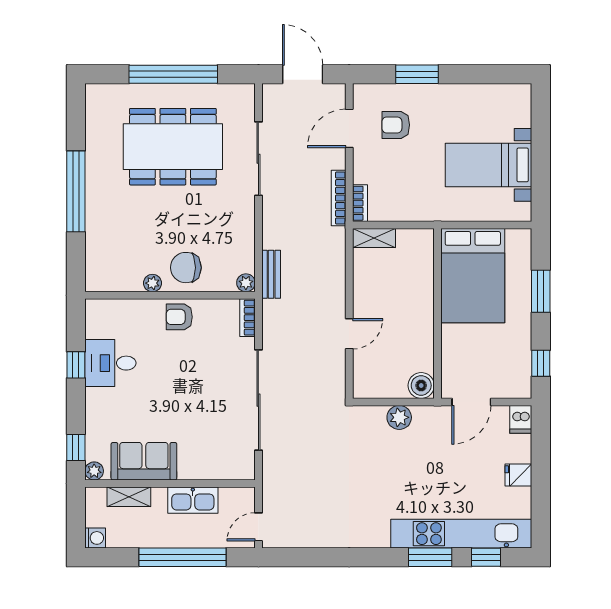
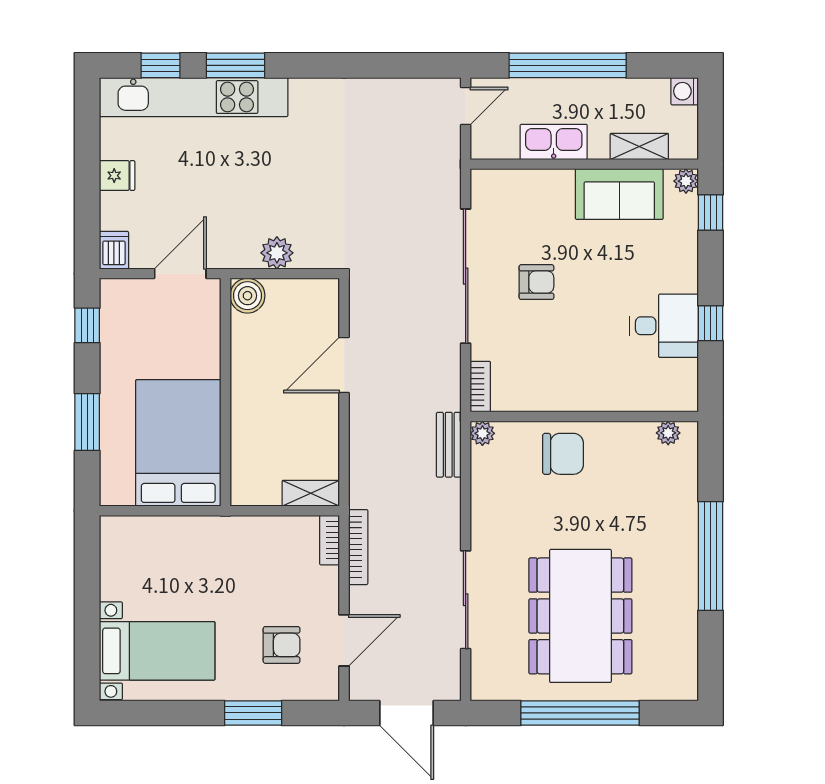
dining table: (173, 147) -> (580, 616), turned 90
bed with nightstands: (489, 165) -> (157, 651), moved
plant: (152, 283) -> (668, 433), moved
armchair: (179, 317) -> (536, 282), moved
door: (349, 334) -> (344, 365), width x1.38

